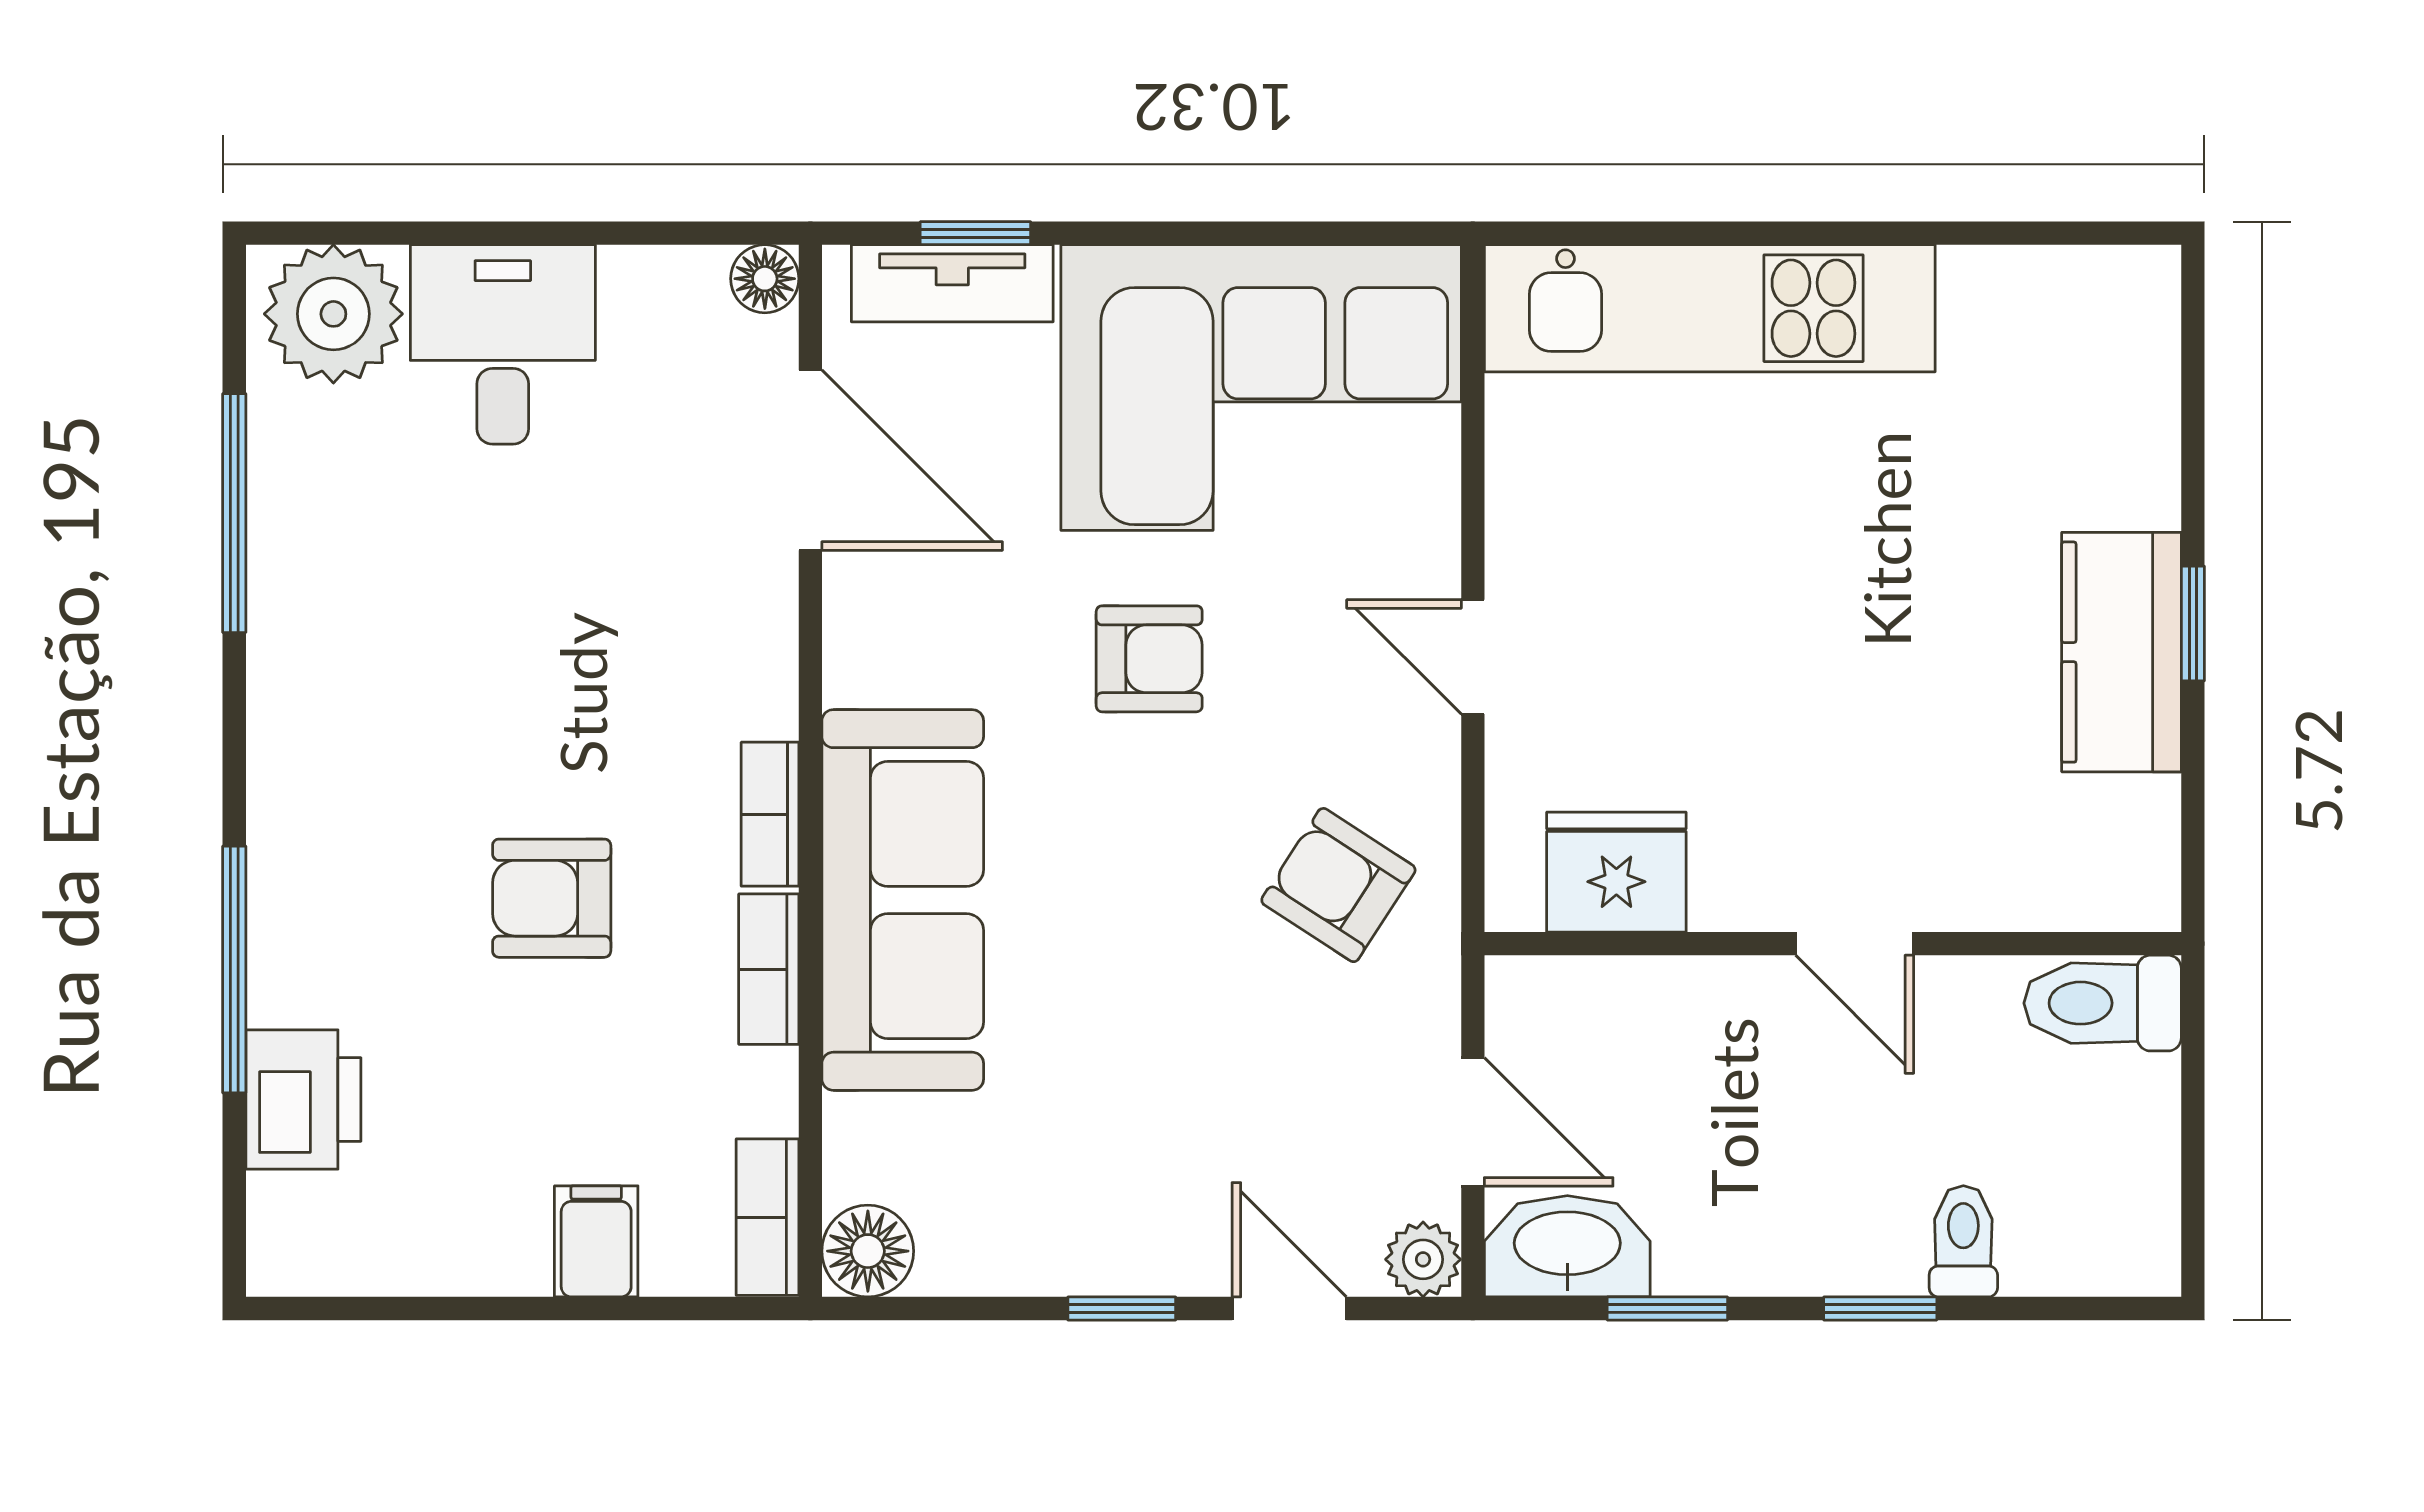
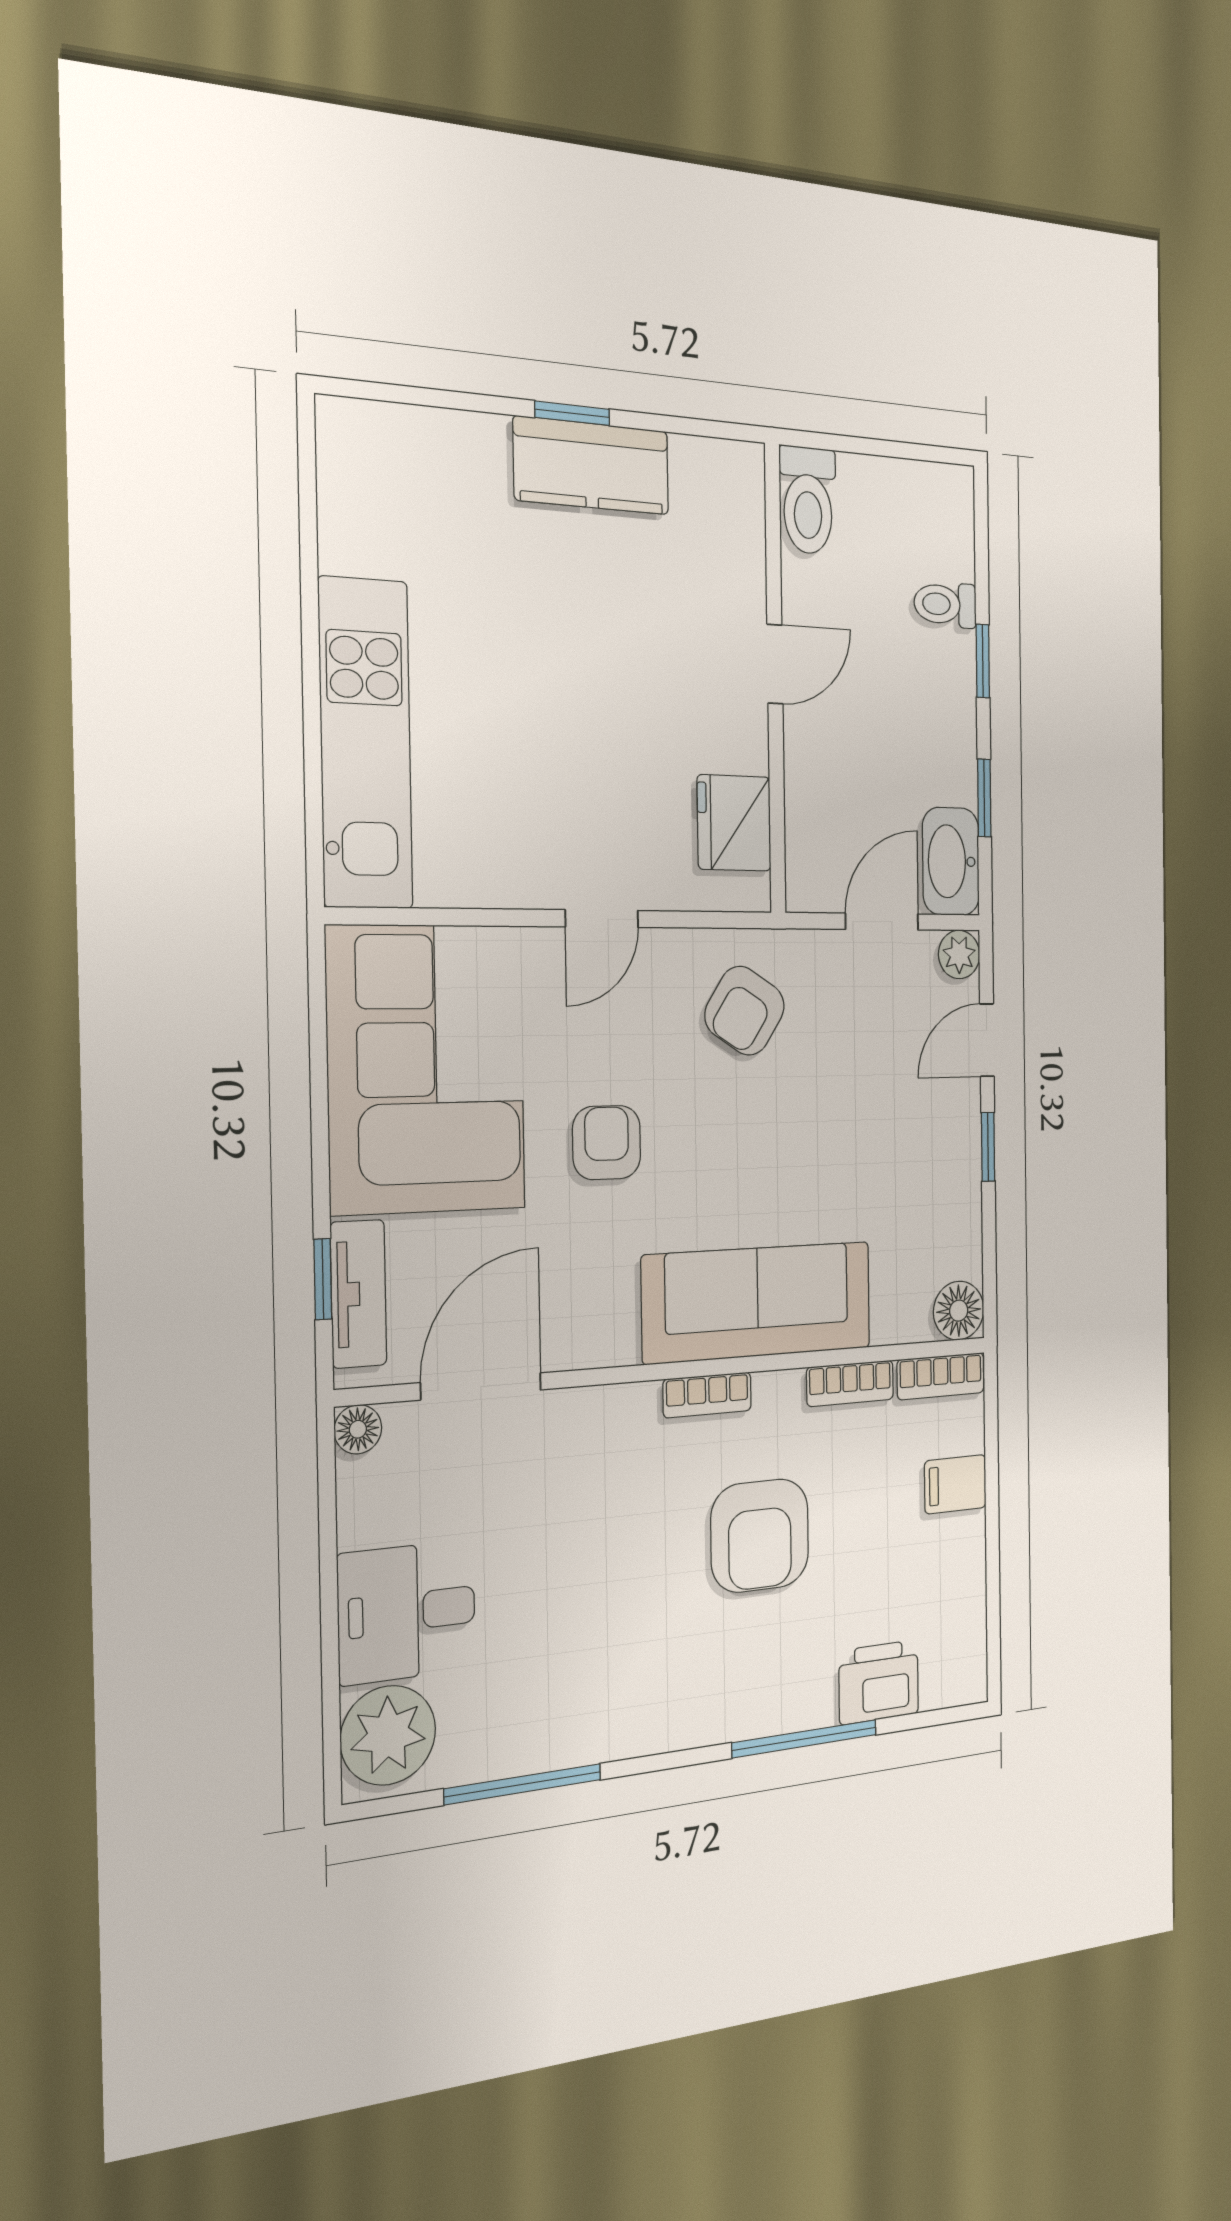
armchair: (552, 898) -> (760, 1536), width x1.38, depth x1.38
bookcase: (769, 969) -> (850, 1383), moved

